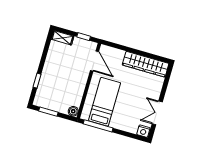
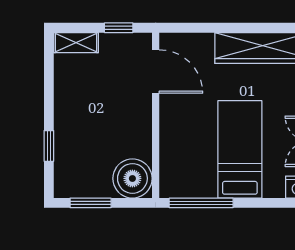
bed: (105, 102) -> (240, 149), moved
boiler: (73, 111) -> (132, 178), width x1.86, depth x1.86

